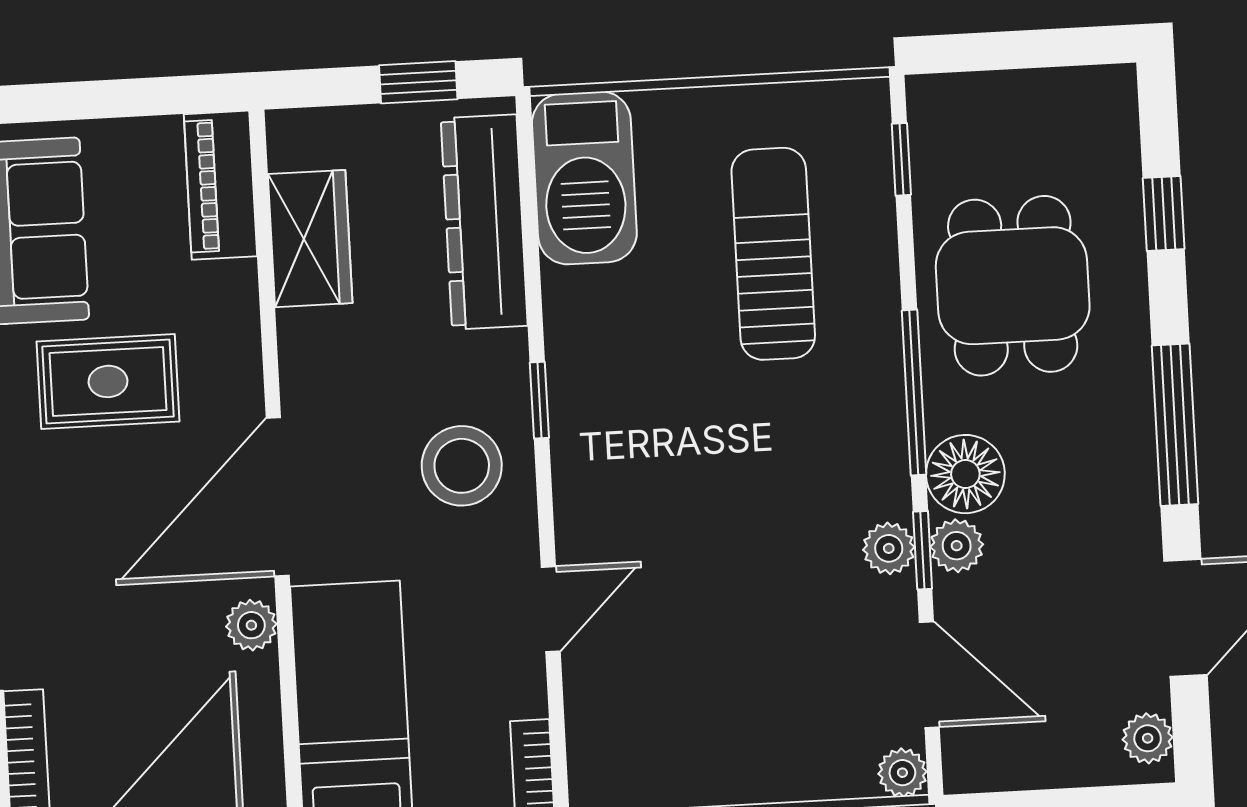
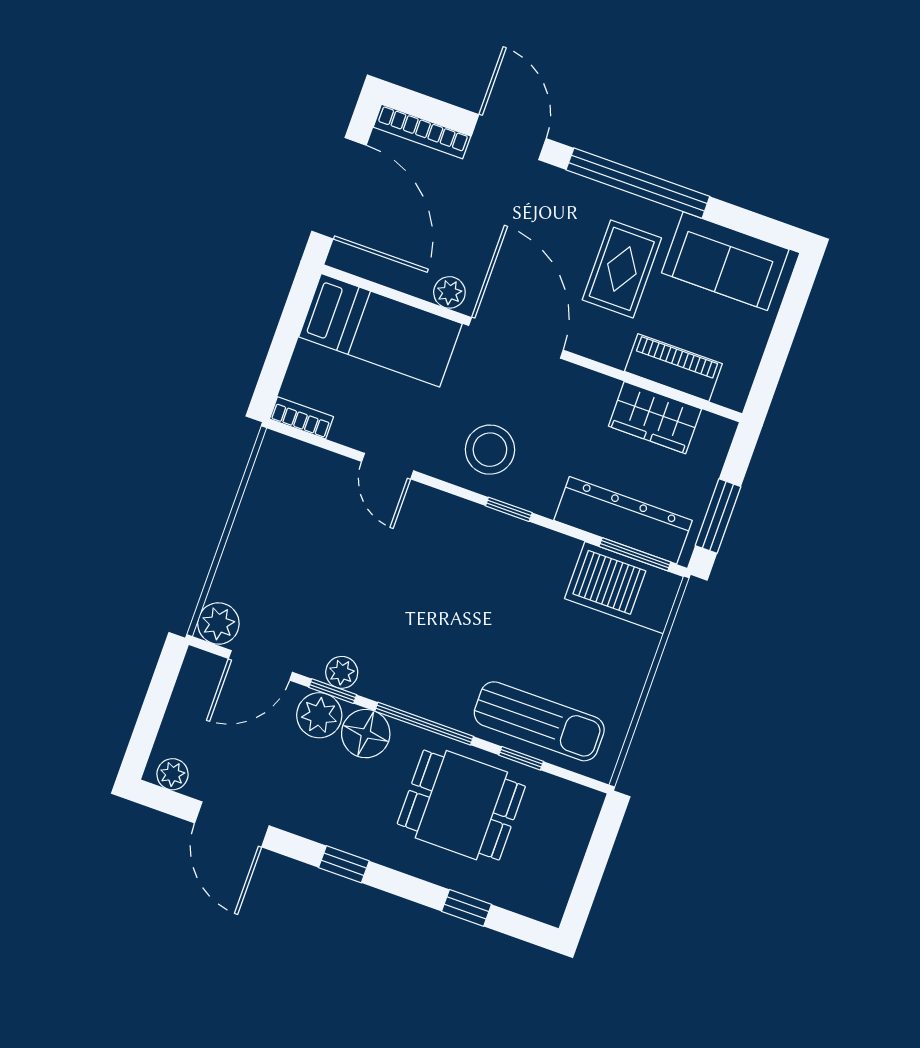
window: (418, 82) -> (718, 516), width x1.50
window: (901, 159) -> (521, 758), moved
window: (528, 183) -> (635, 554), added
piano: (220, 185) -> (673, 368), moved
sun lounger: (773, 254) -> (539, 721), moved
window: (1175, 425) -> (344, 864), width x0.46
plant: (957, 546) -> (319, 715), width x1.38, depth x1.38
plant: (902, 773) -> (218, 623), width x1.38, depth x1.38

